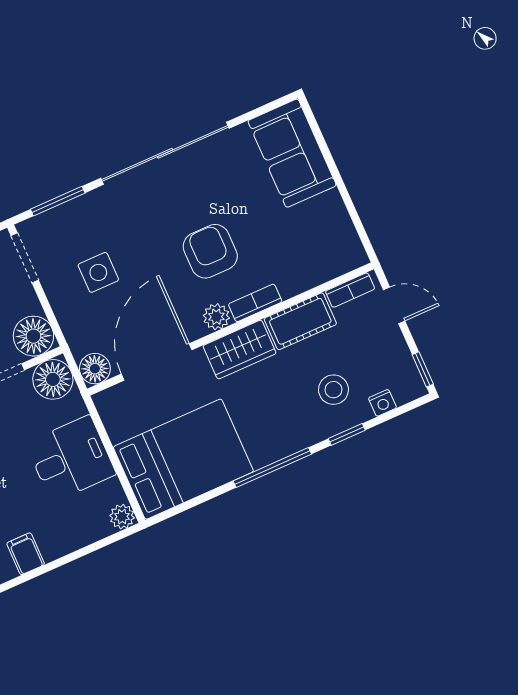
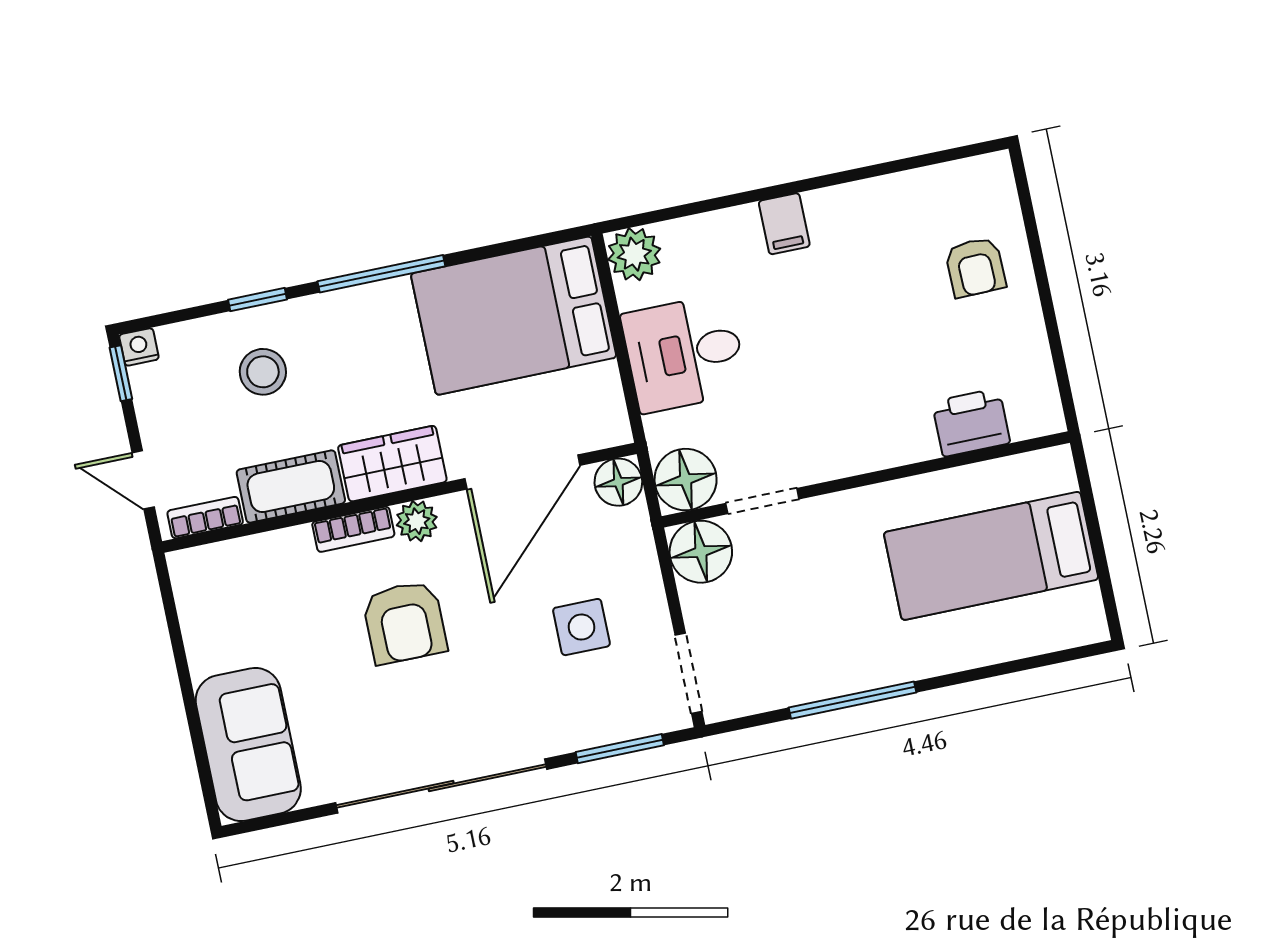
nightstand: (382, 403) -> (139, 347), moved
plant: (122, 517) -> (634, 254), width x1.38, depth x1.38

